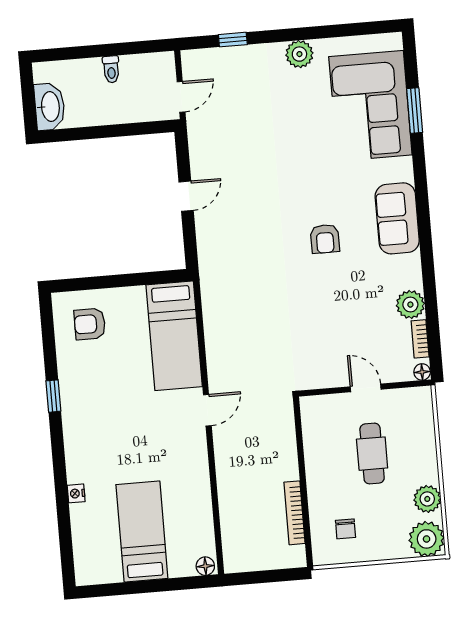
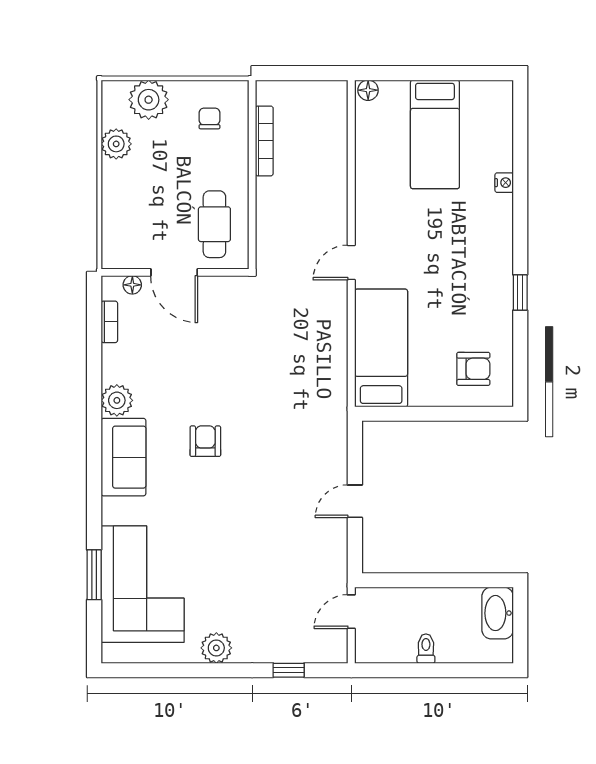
plant: (410, 305) -> (117, 400), moved
floor lamp: (422, 372) -> (132, 285), moved
door: (366, 388) -> (174, 272), width x1.38
cafe table: (372, 454) -> (214, 224), moved
plant: (427, 539) -> (149, 100), moved

